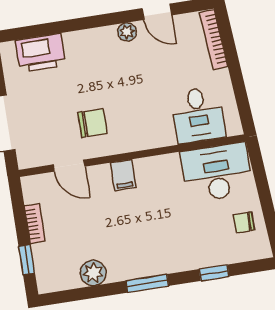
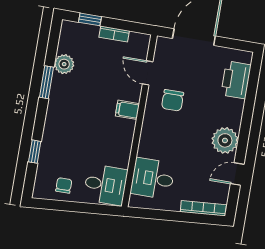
plant: (127, 32) -> (225, 140), width x1.88, depth x1.88
door: (69, 166) -> (148, 73), hinge flipped
desk: (217, 172) -> (105, 185), width x0.73
window: (147, 283) -> (46, 82), moved

